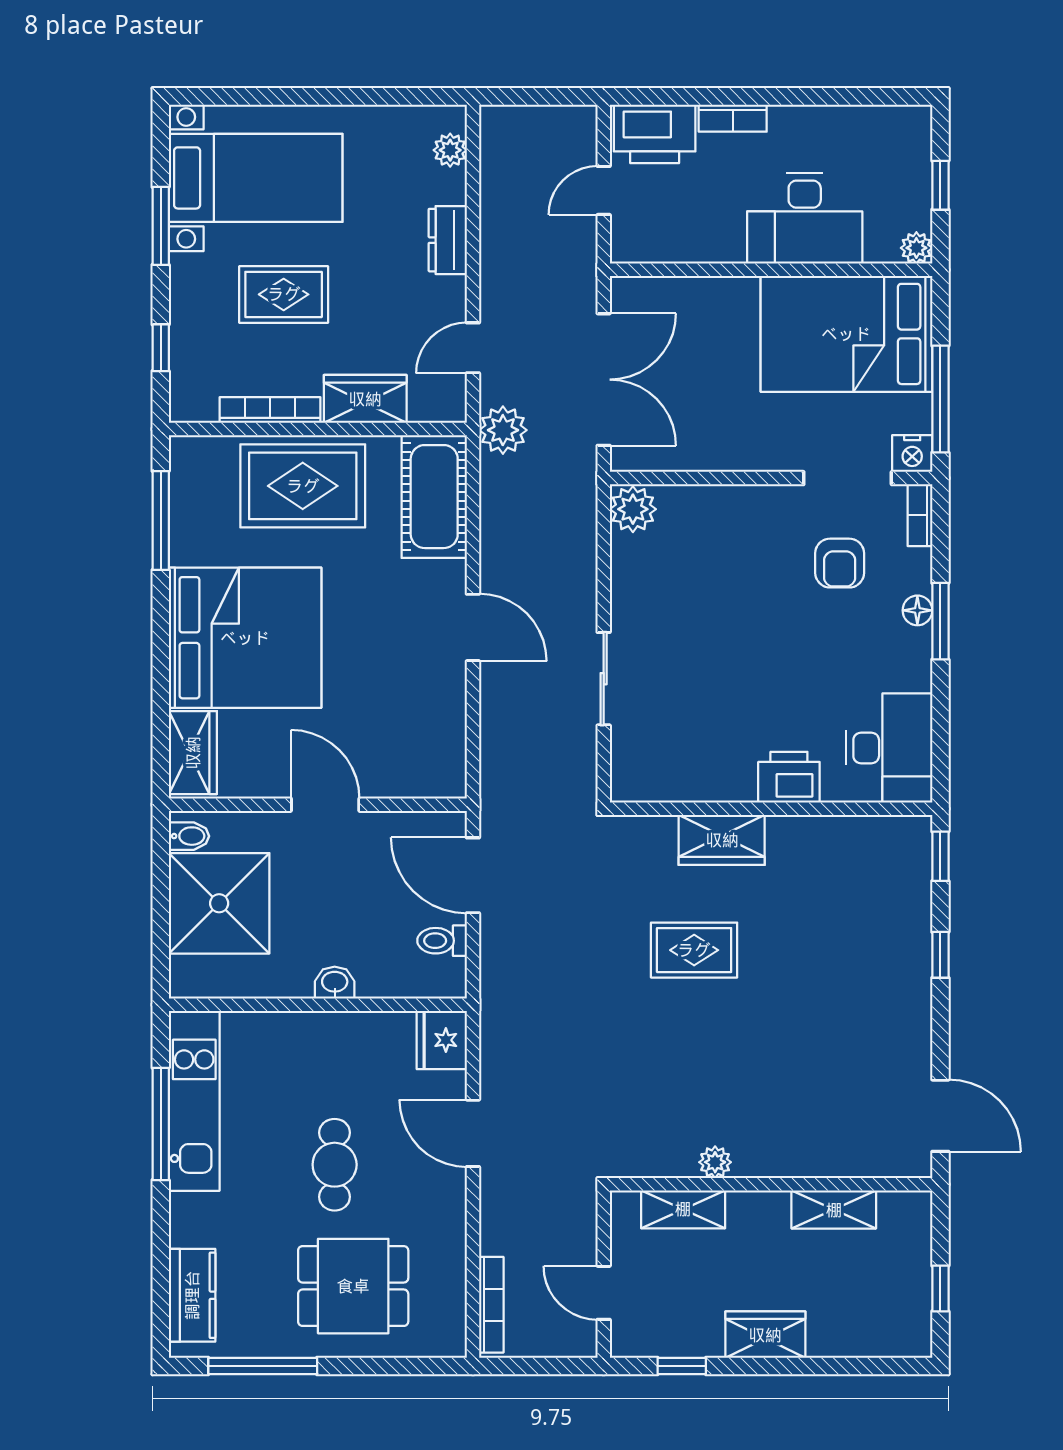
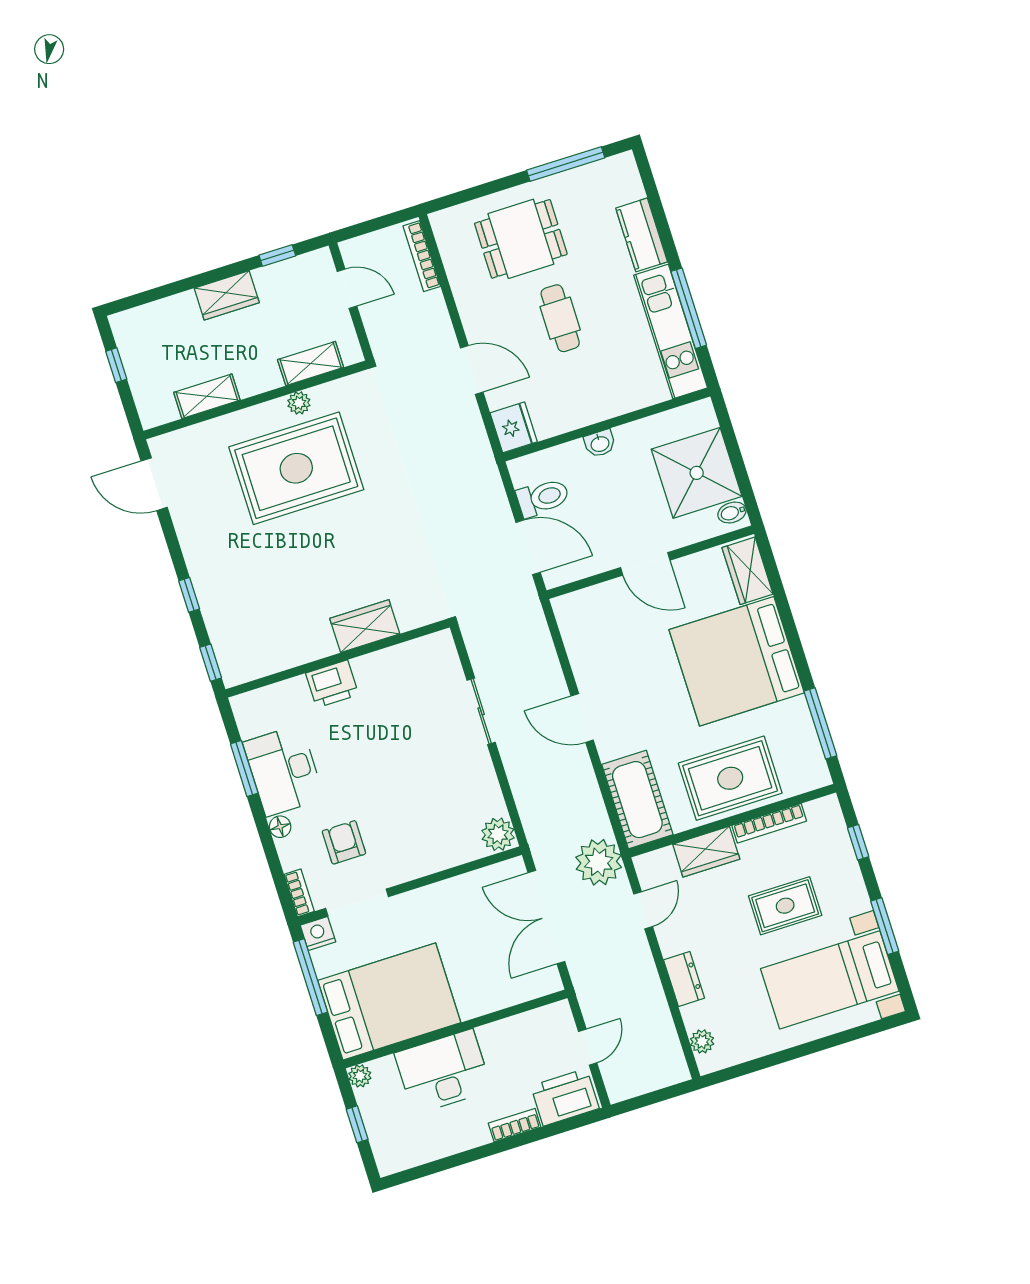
plant: (503, 430) -> (599, 862), width x1.36, depth x1.36
window: (940, 621) -> (244, 769), moved
desk: (889, 748) -> (284, 771), moved
toilet: (442, 941) -> (543, 498), width x1.37, depth x1.39
rug: (694, 950) -> (296, 468), moved, width x1.86, depth x2.06
kitchen counter: (192, 1295) -> (642, 235), moved

